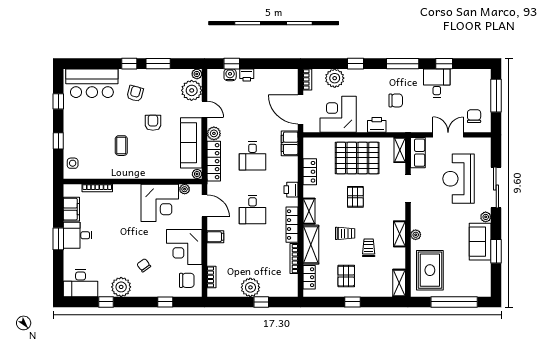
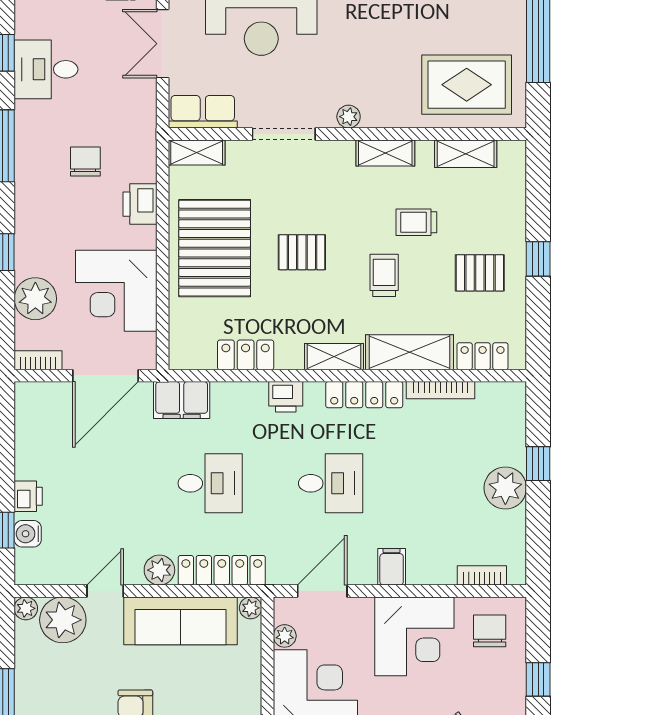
plant: (416, 235) -> (349, 117), moved
shelving: (399, 283) -> (466, 154), moved

